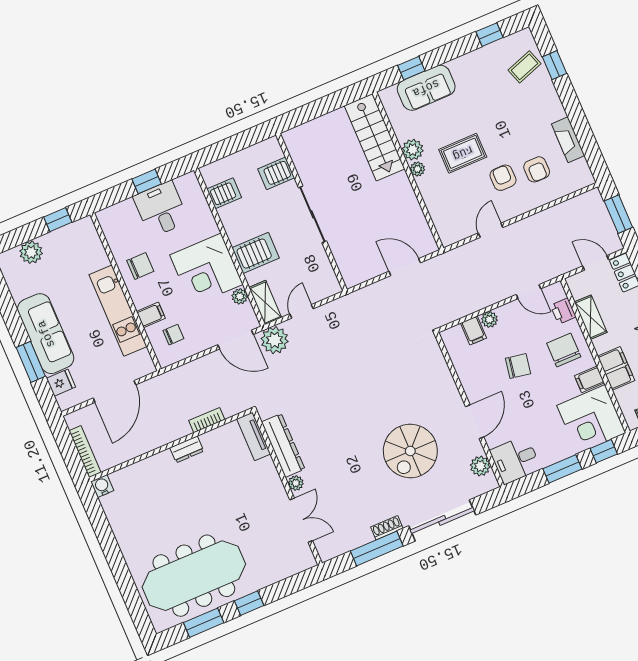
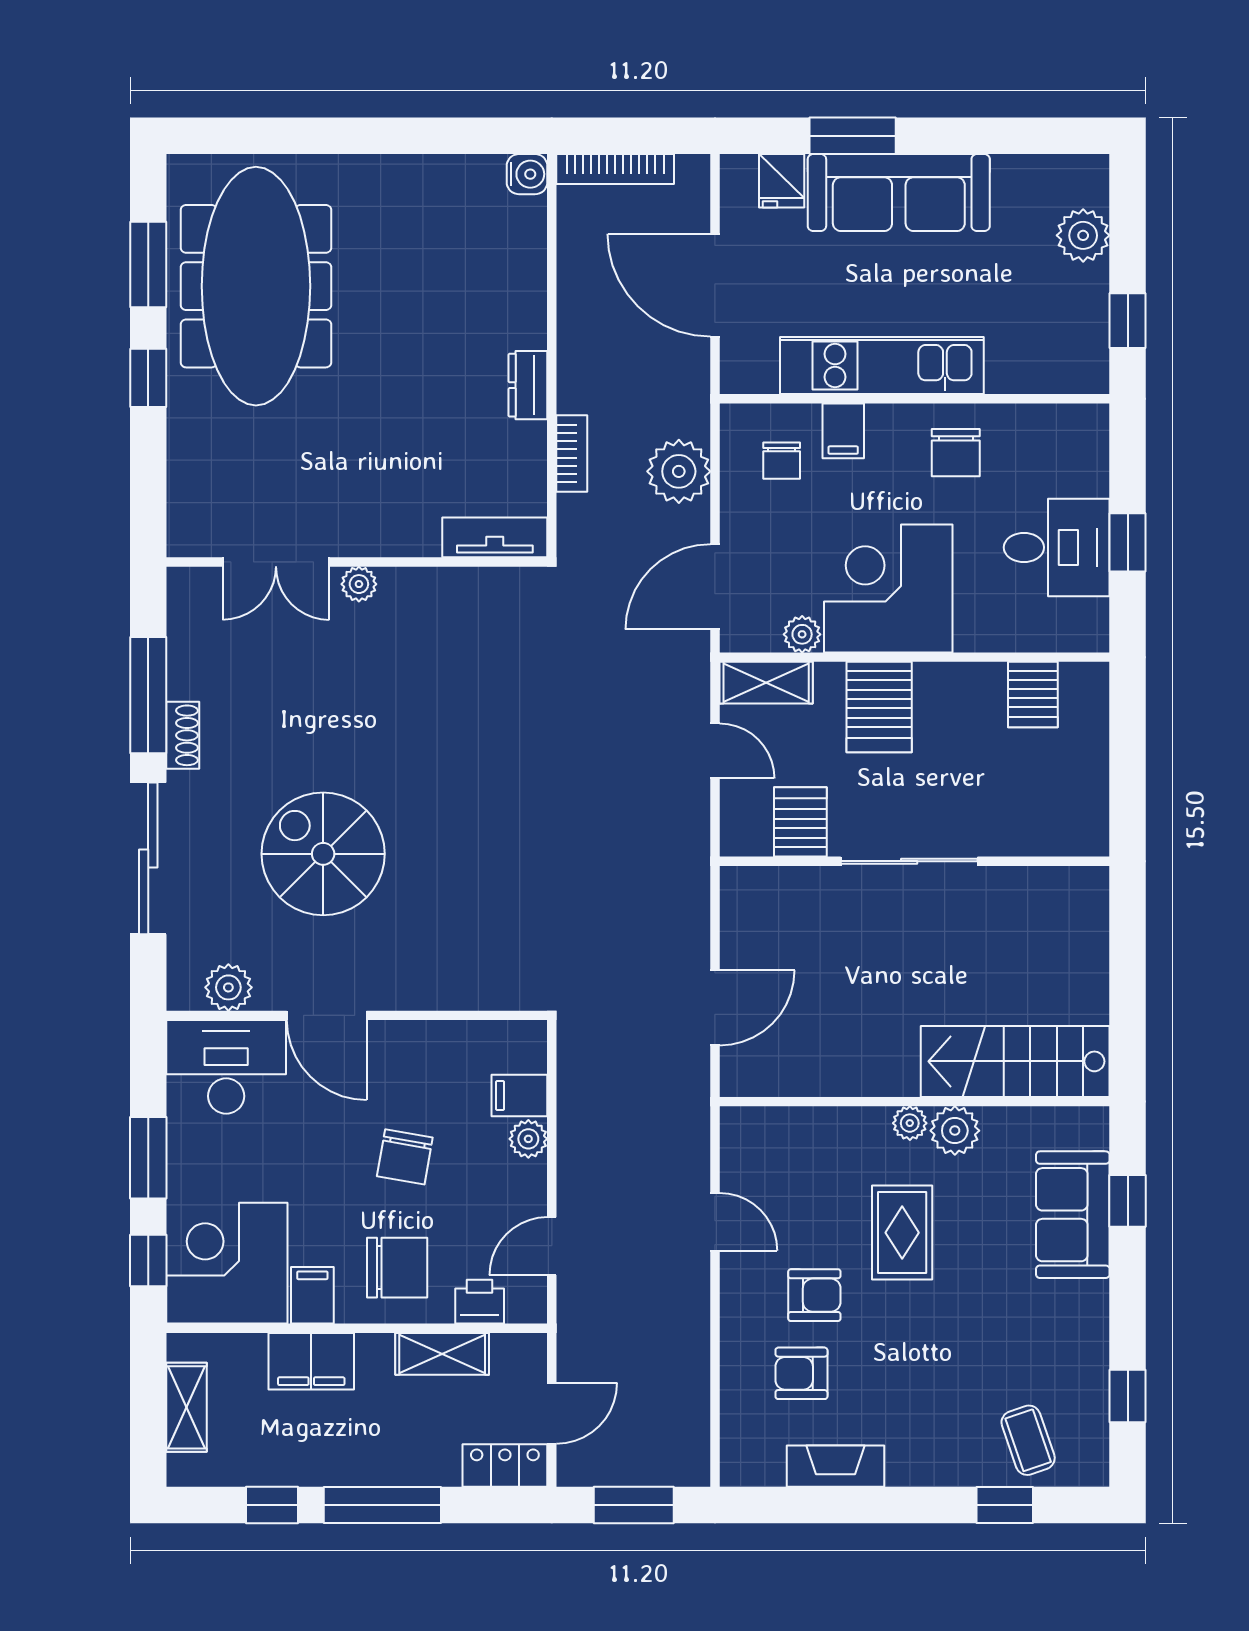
server rack: (276, 173) -> (800, 822), moved
plant: (275, 340) -> (679, 471), moved
dresser: (283, 445) -> (450, 591), removed
desk: (515, 460) -> (226, 1067), width x1.37

